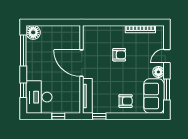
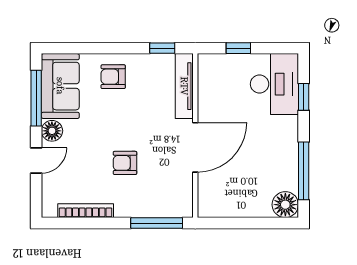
window: (102, 22) -> (157, 223), added
door: (82, 63) -> (195, 147), hinge flipped
window: (167, 90) -> (36, 98), width x1.44

